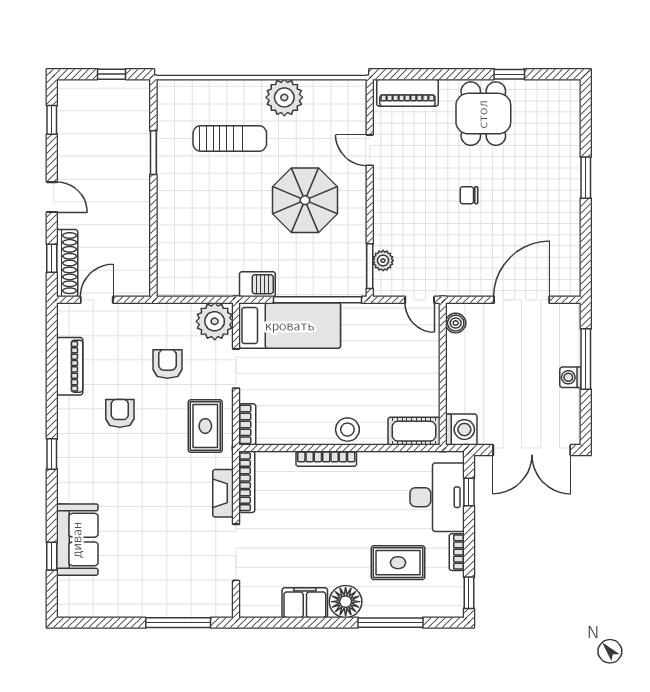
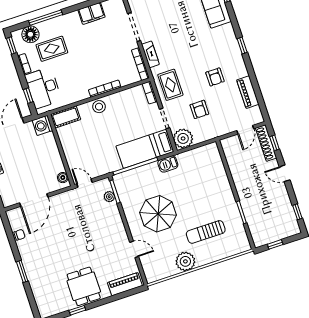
chair: (469, 195) -> (19, 235), moved
floor lamp: (346, 602) -> (30, 34), moved

